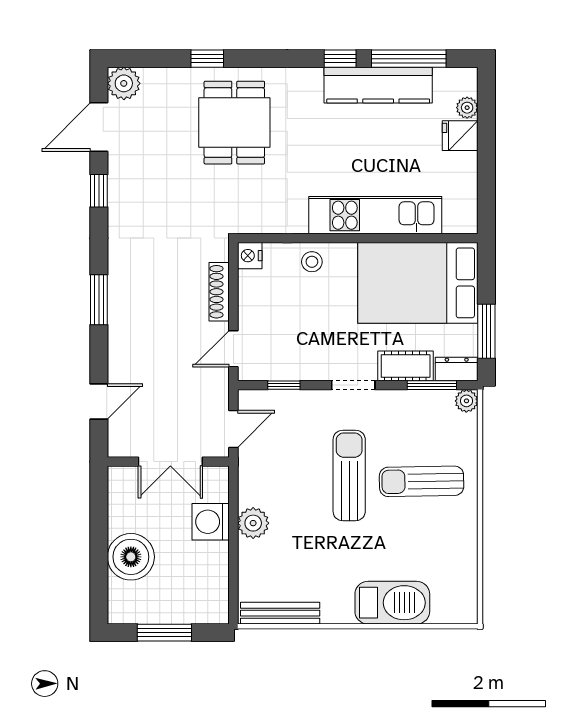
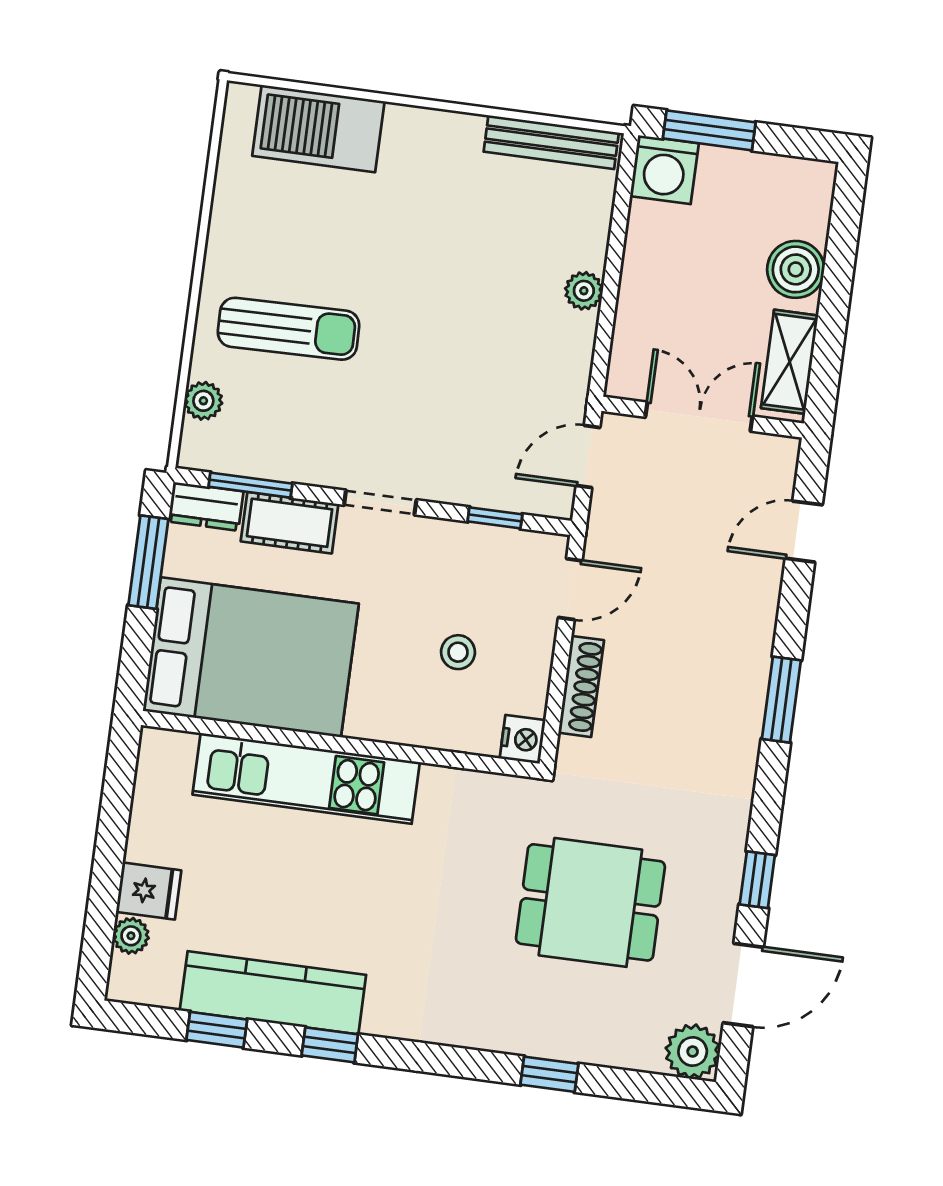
window: (409, 59) -> (217, 1030), width x0.46
dining table: (234, 123) -> (590, 902), moved, turned 90
stool: (312, 262) -> (458, 652), moved
plant: (466, 401) -> (203, 401), moved
sun lounger: (349, 475) -> (407, 354), removed
shelving: (121, 501) -> (790, 362), added
washing machine: (211, 522) -> (664, 170), moved, turned 90
plant: (253, 523) -> (584, 291), width x0.73, depth x0.73
boiler: (131, 557) -> (796, 269), width x0.73, depth x0.73
barbecue: (392, 603) -> (318, 129), moved
window: (164, 633) -> (709, 130), moved

